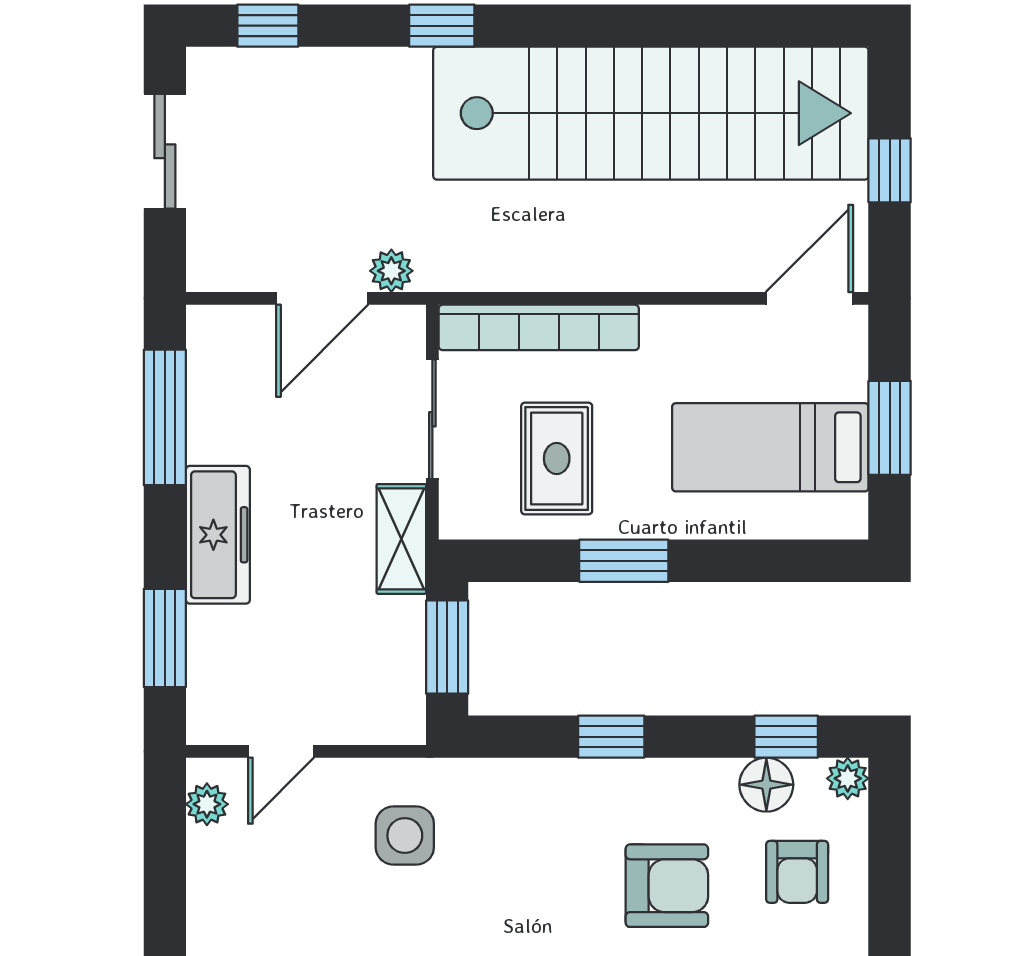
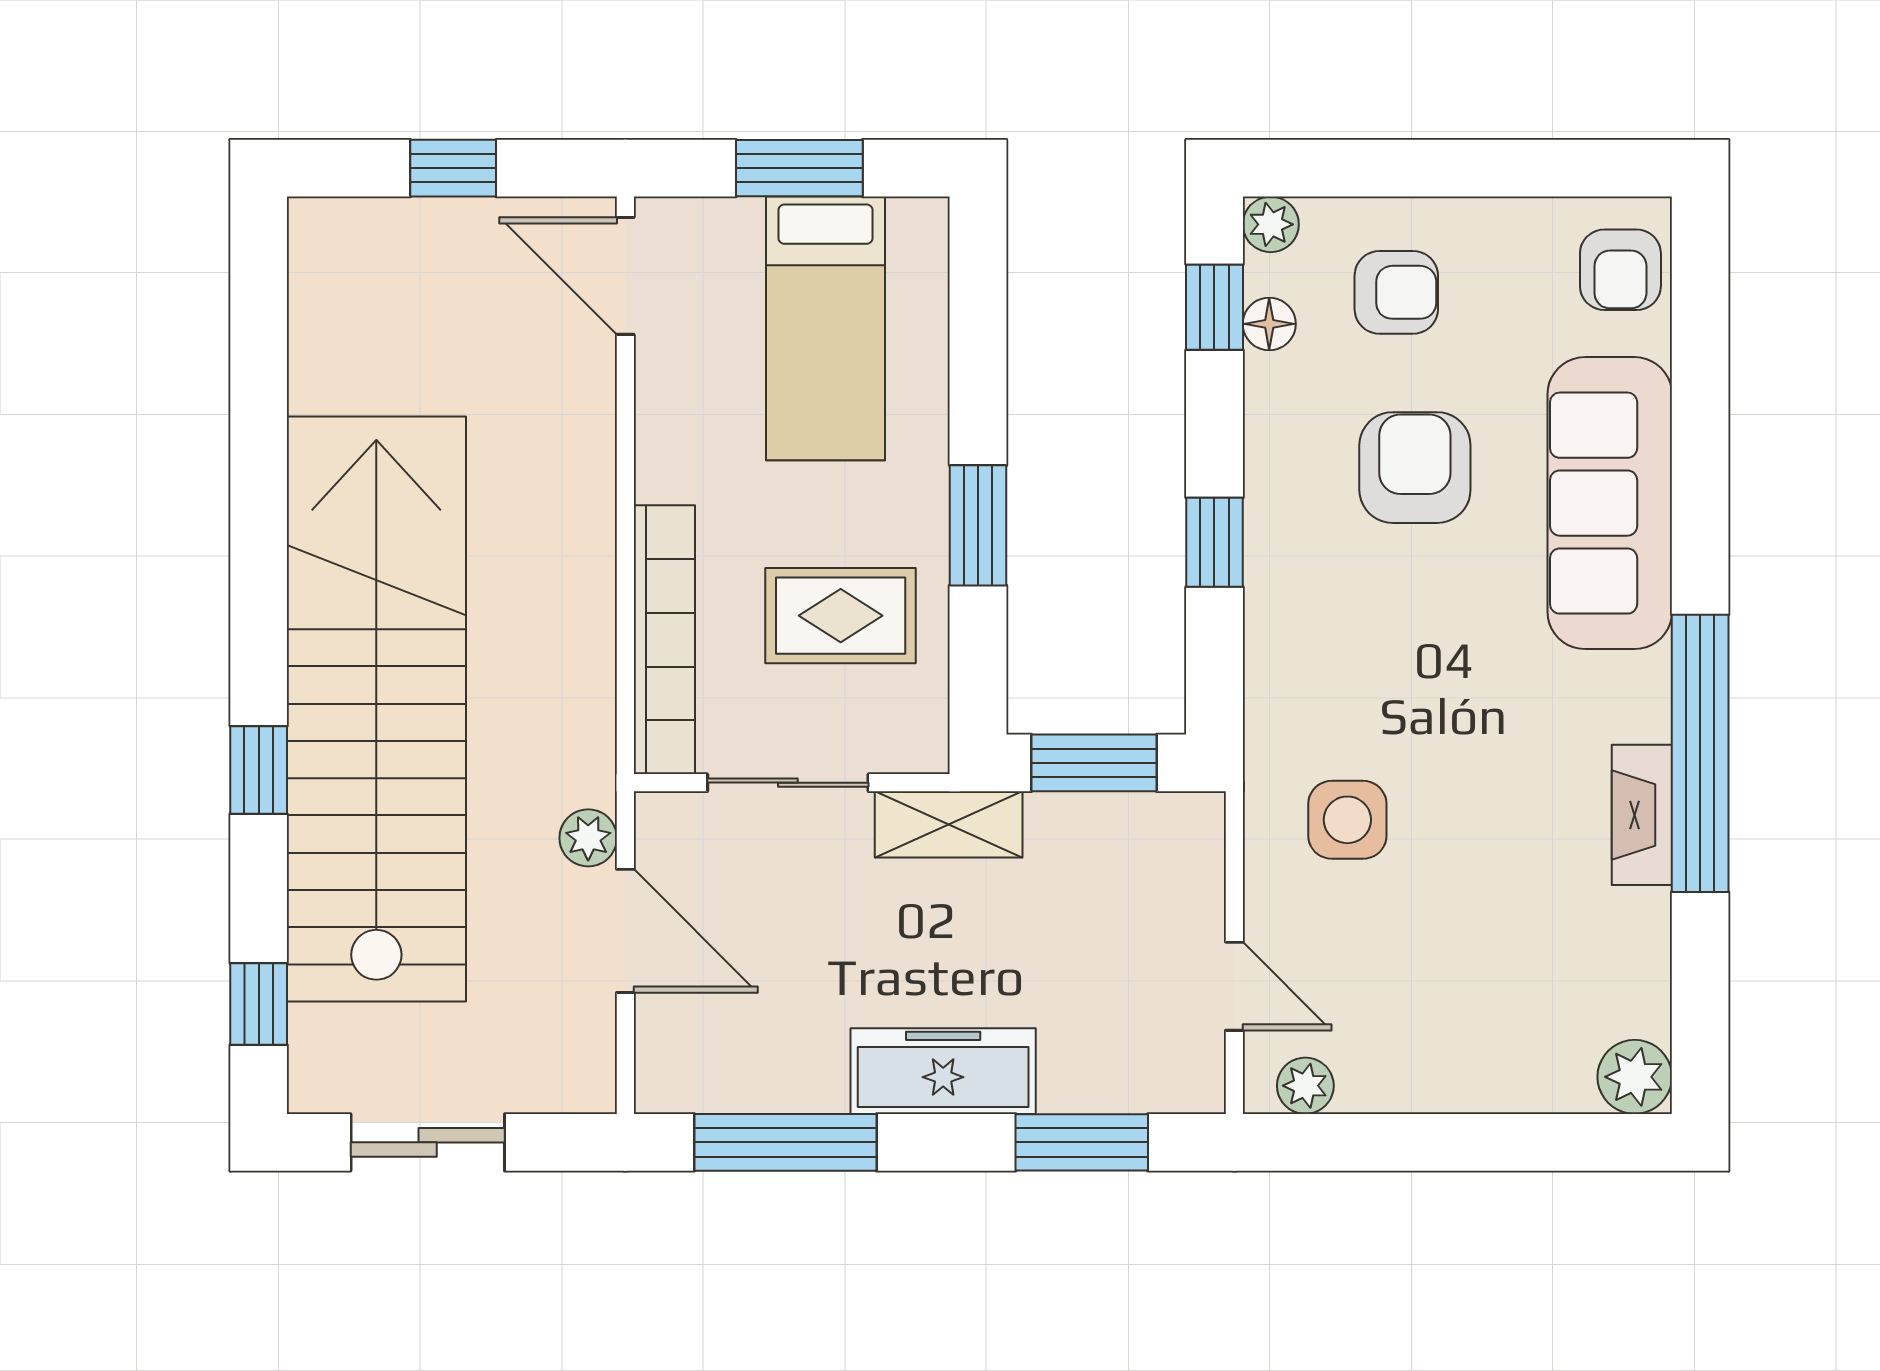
stairs: (651, 113) -> (376, 709), moved
floor lamp: (766, 785) -> (1269, 324), width x0.73, depth x0.73

